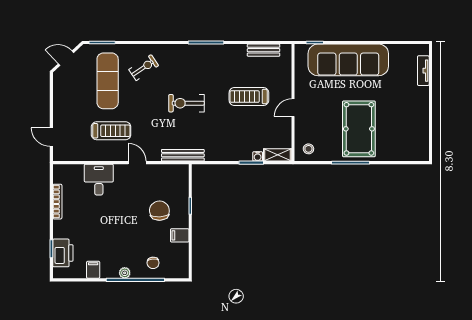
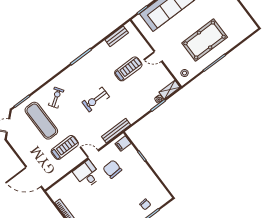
treadmill: (249, 97) -> (128, 69), turned 180
door: (293, 108) -> (158, 56), hinge flipped
pool table: (359, 129) -> (205, 40), turned 90
door: (51, 137) -> (34, 177), width x1.88
desk: (99, 180) -> (87, 174), moved
chair: (159, 211) -> (112, 169), moved
filing cabinet: (180, 235) -> (123, 144), moved

